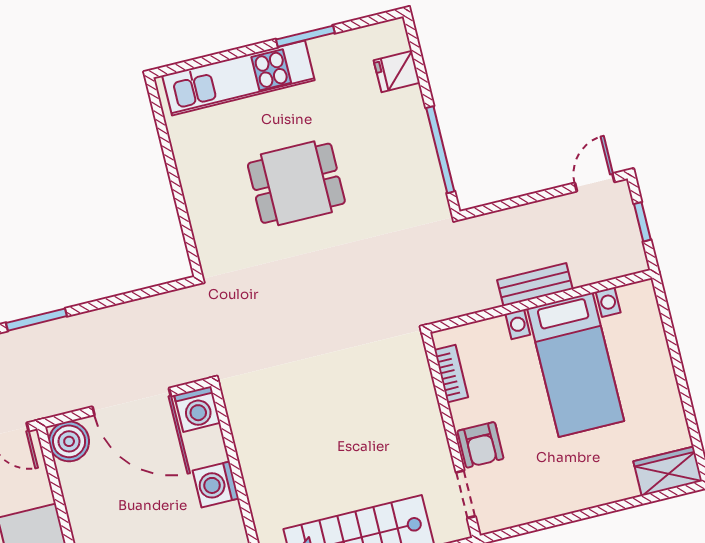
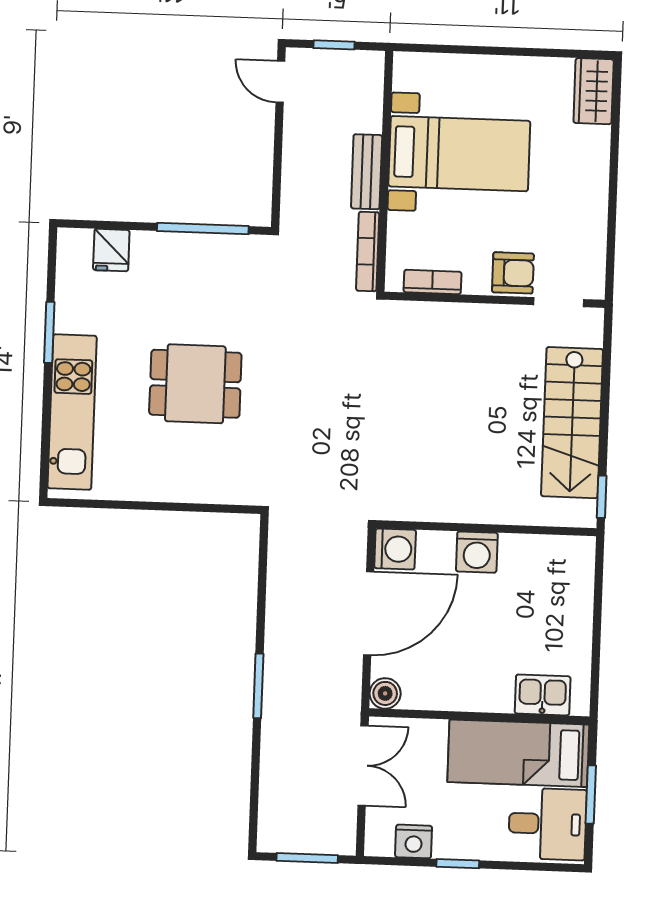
dining table: (296, 183) -> (195, 384), turned 90
bookcase: (462, 306) -> (368, 251), added
boiler: (69, 441) -> (385, 693), width x0.73, depth x0.73

